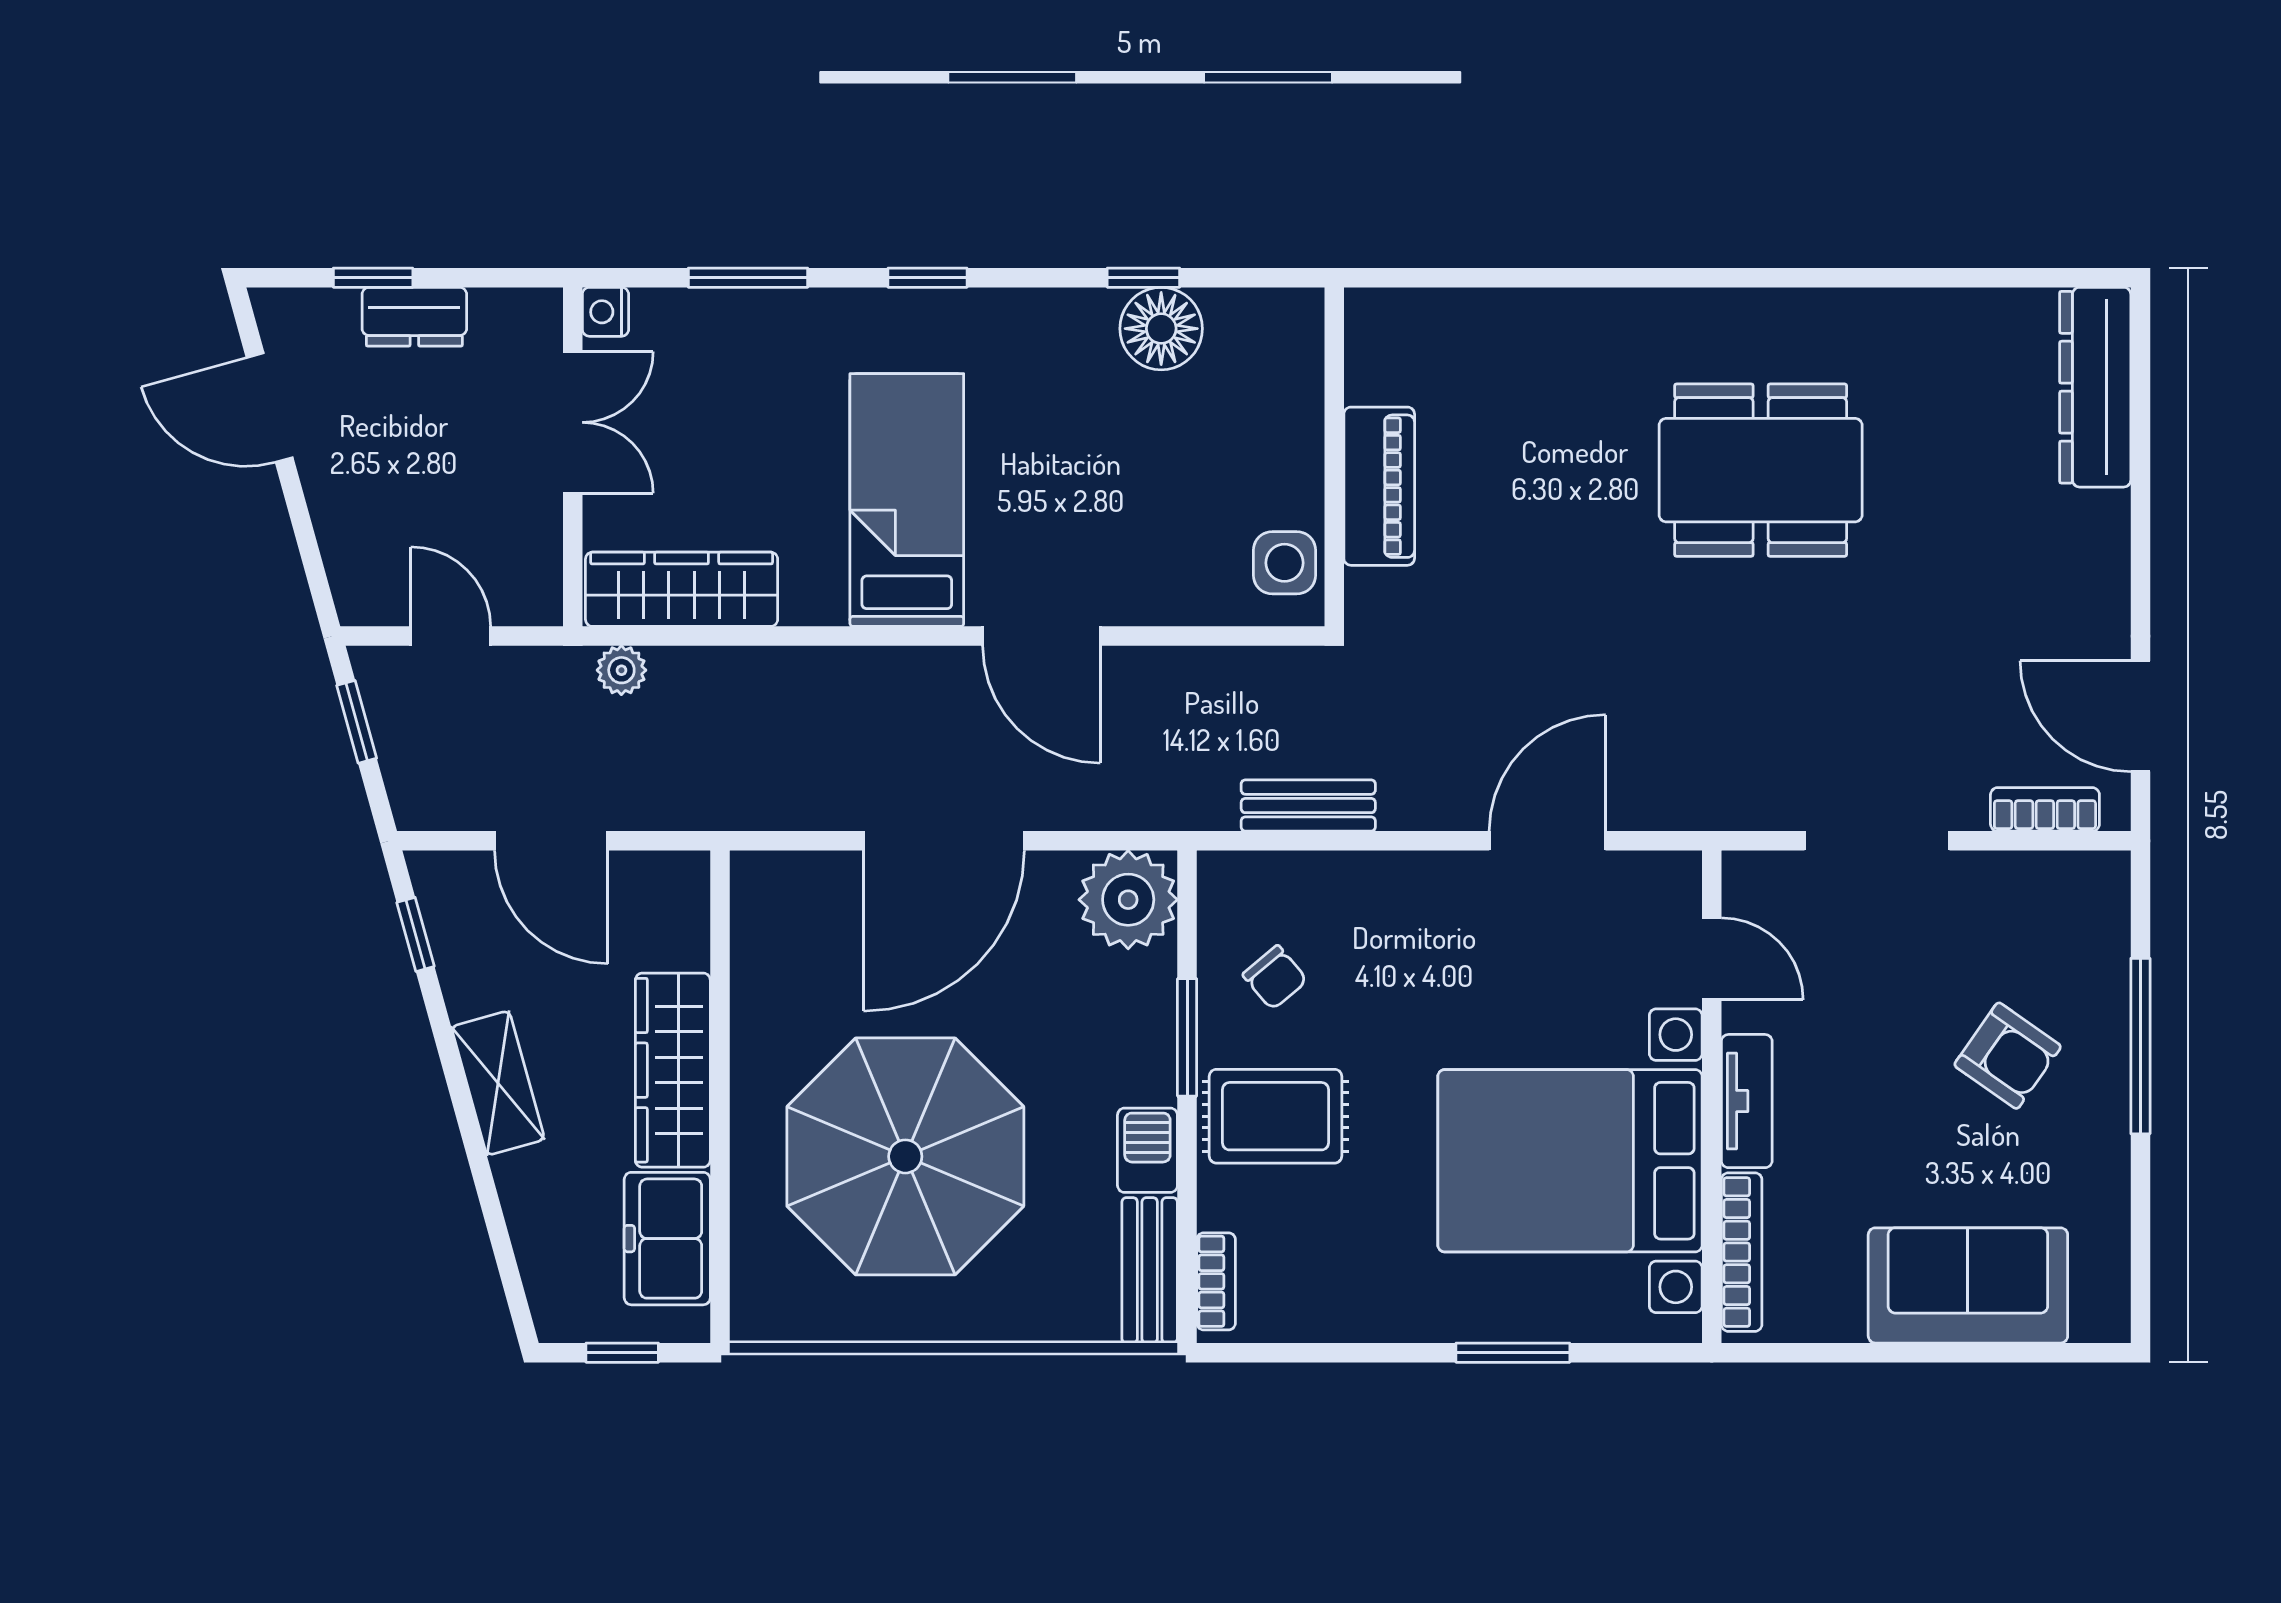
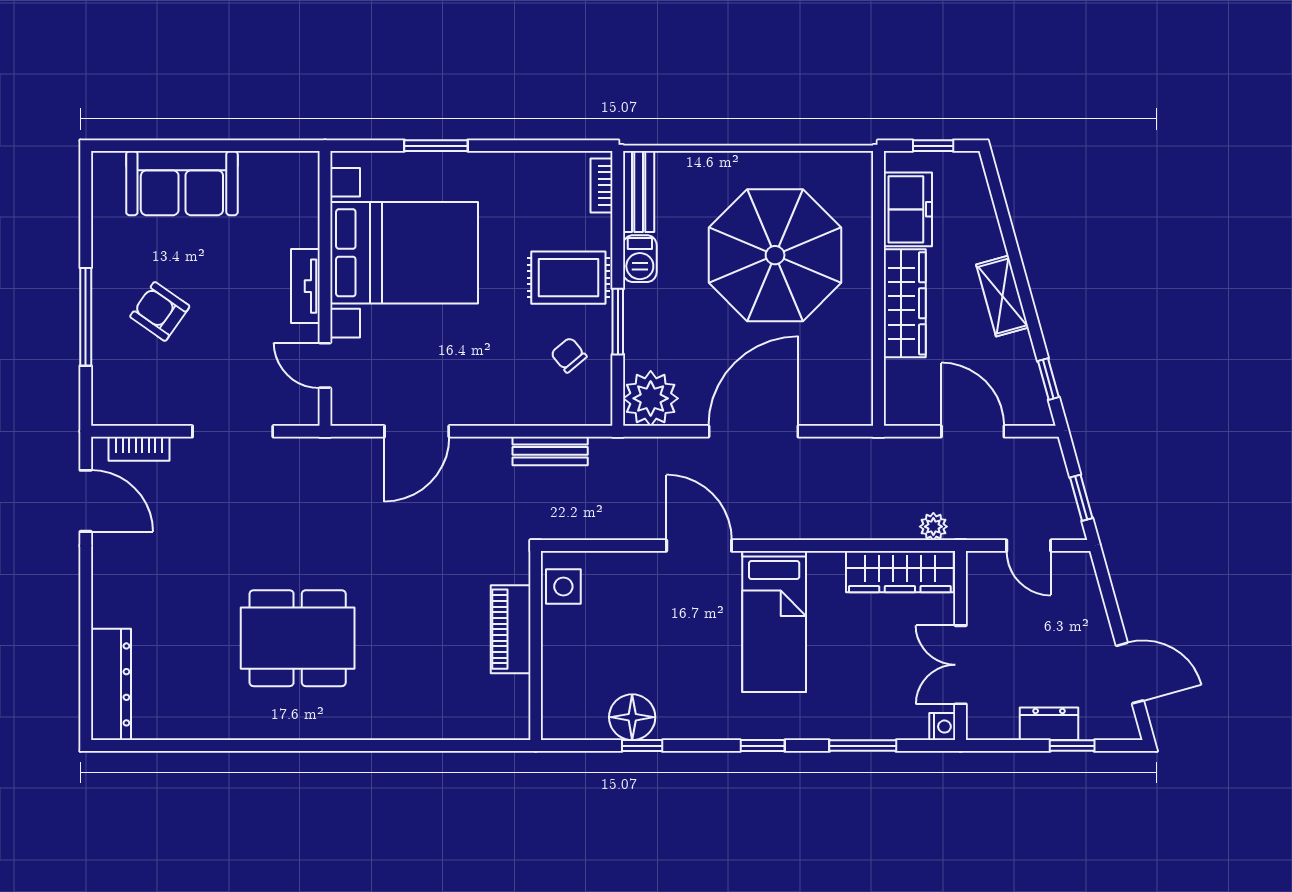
bookcase: (1742, 1252) -> (308, 202), removed

